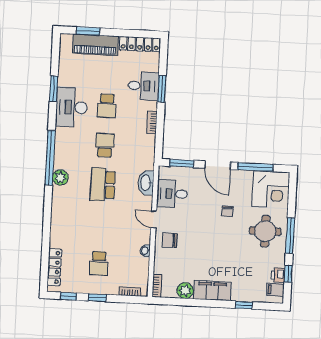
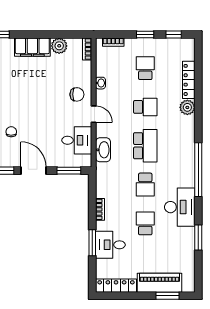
desk: (72, 107) -> (180, 207), moved
plant: (60, 178) -> (187, 107), moved
chair: (227, 211) -> (11, 132), moved
school desk: (101, 224) -> (145, 107), added
locker: (54, 267) -> (189, 80), moved

